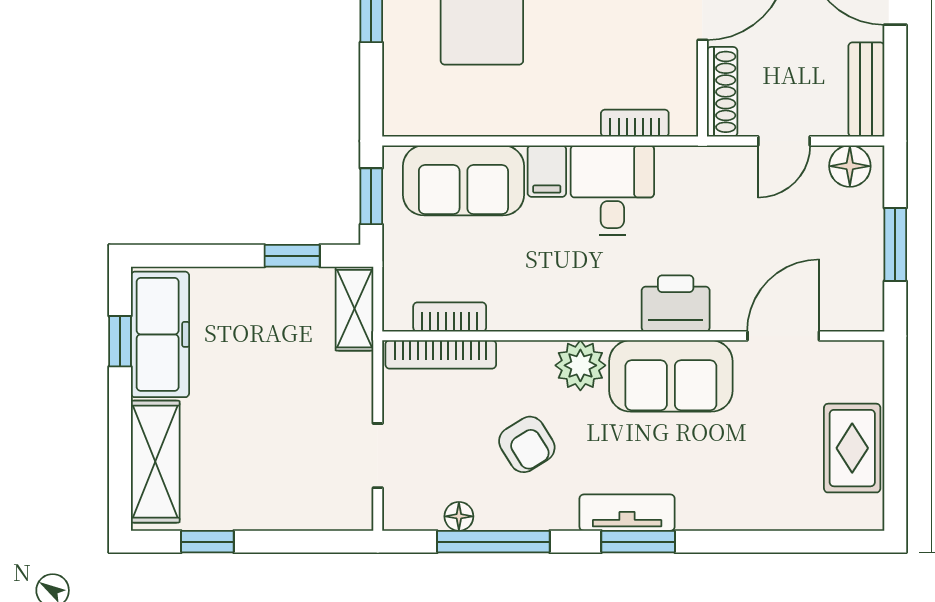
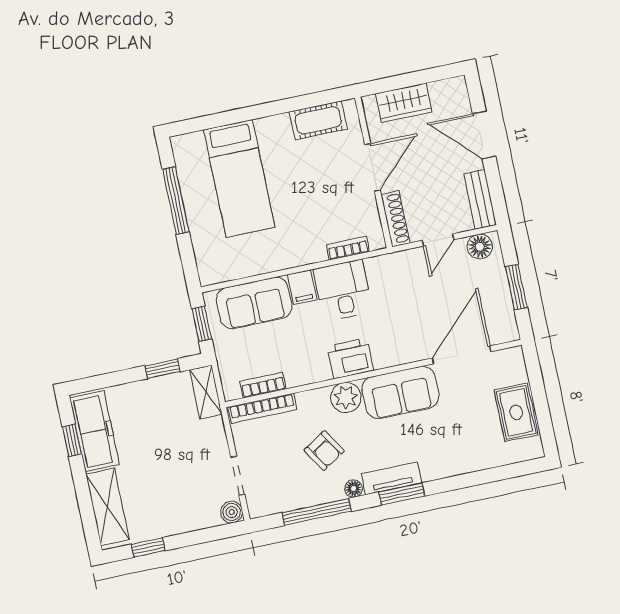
printer: (676, 303) -> (350, 358), moved
door: (783, 336) -> (462, 355), width x1.36
boiler: (355, 513) -> (232, 512), added
floor lamp: (459, 516) -> (354, 489), moved

